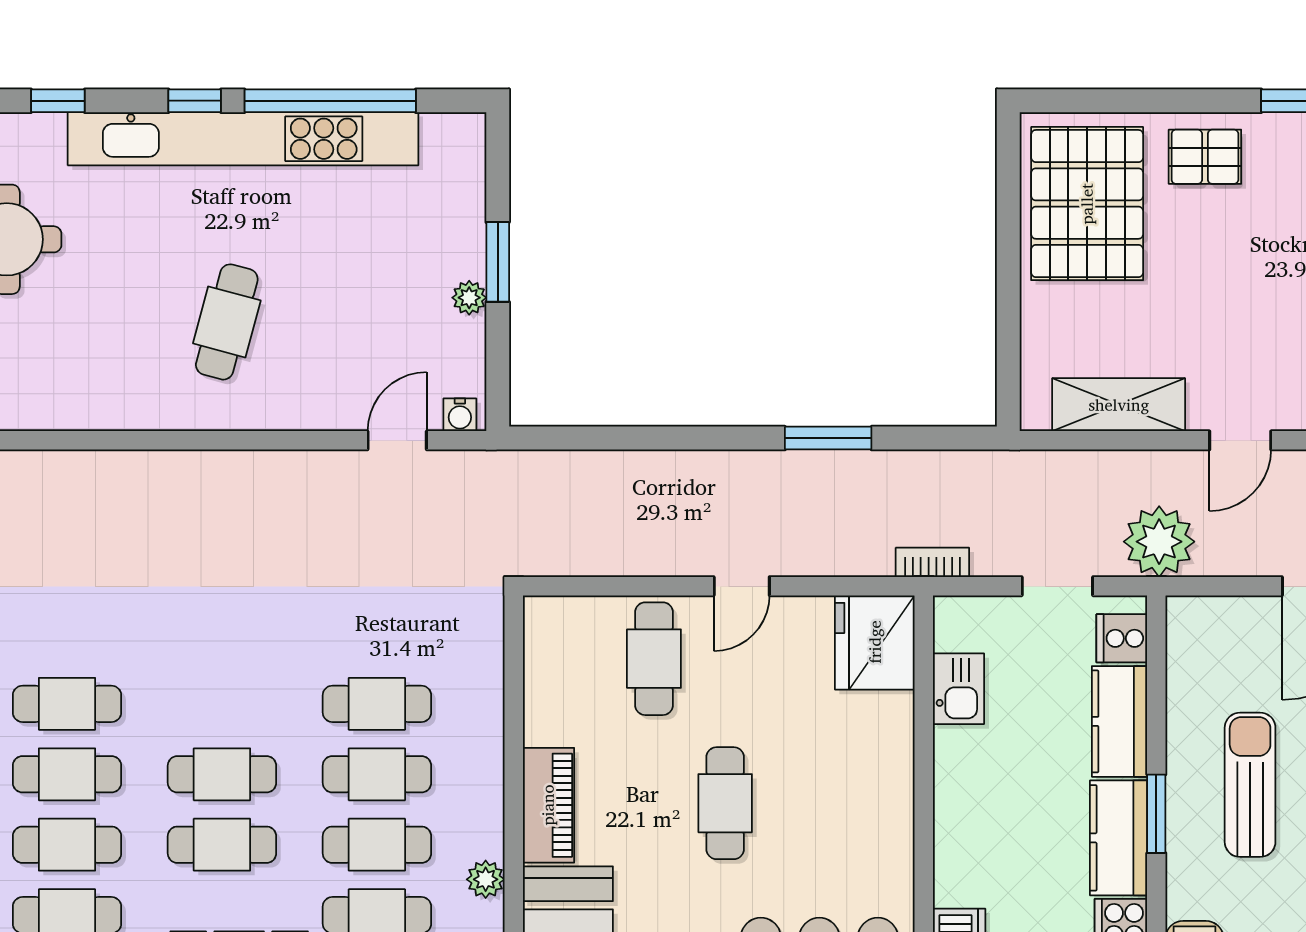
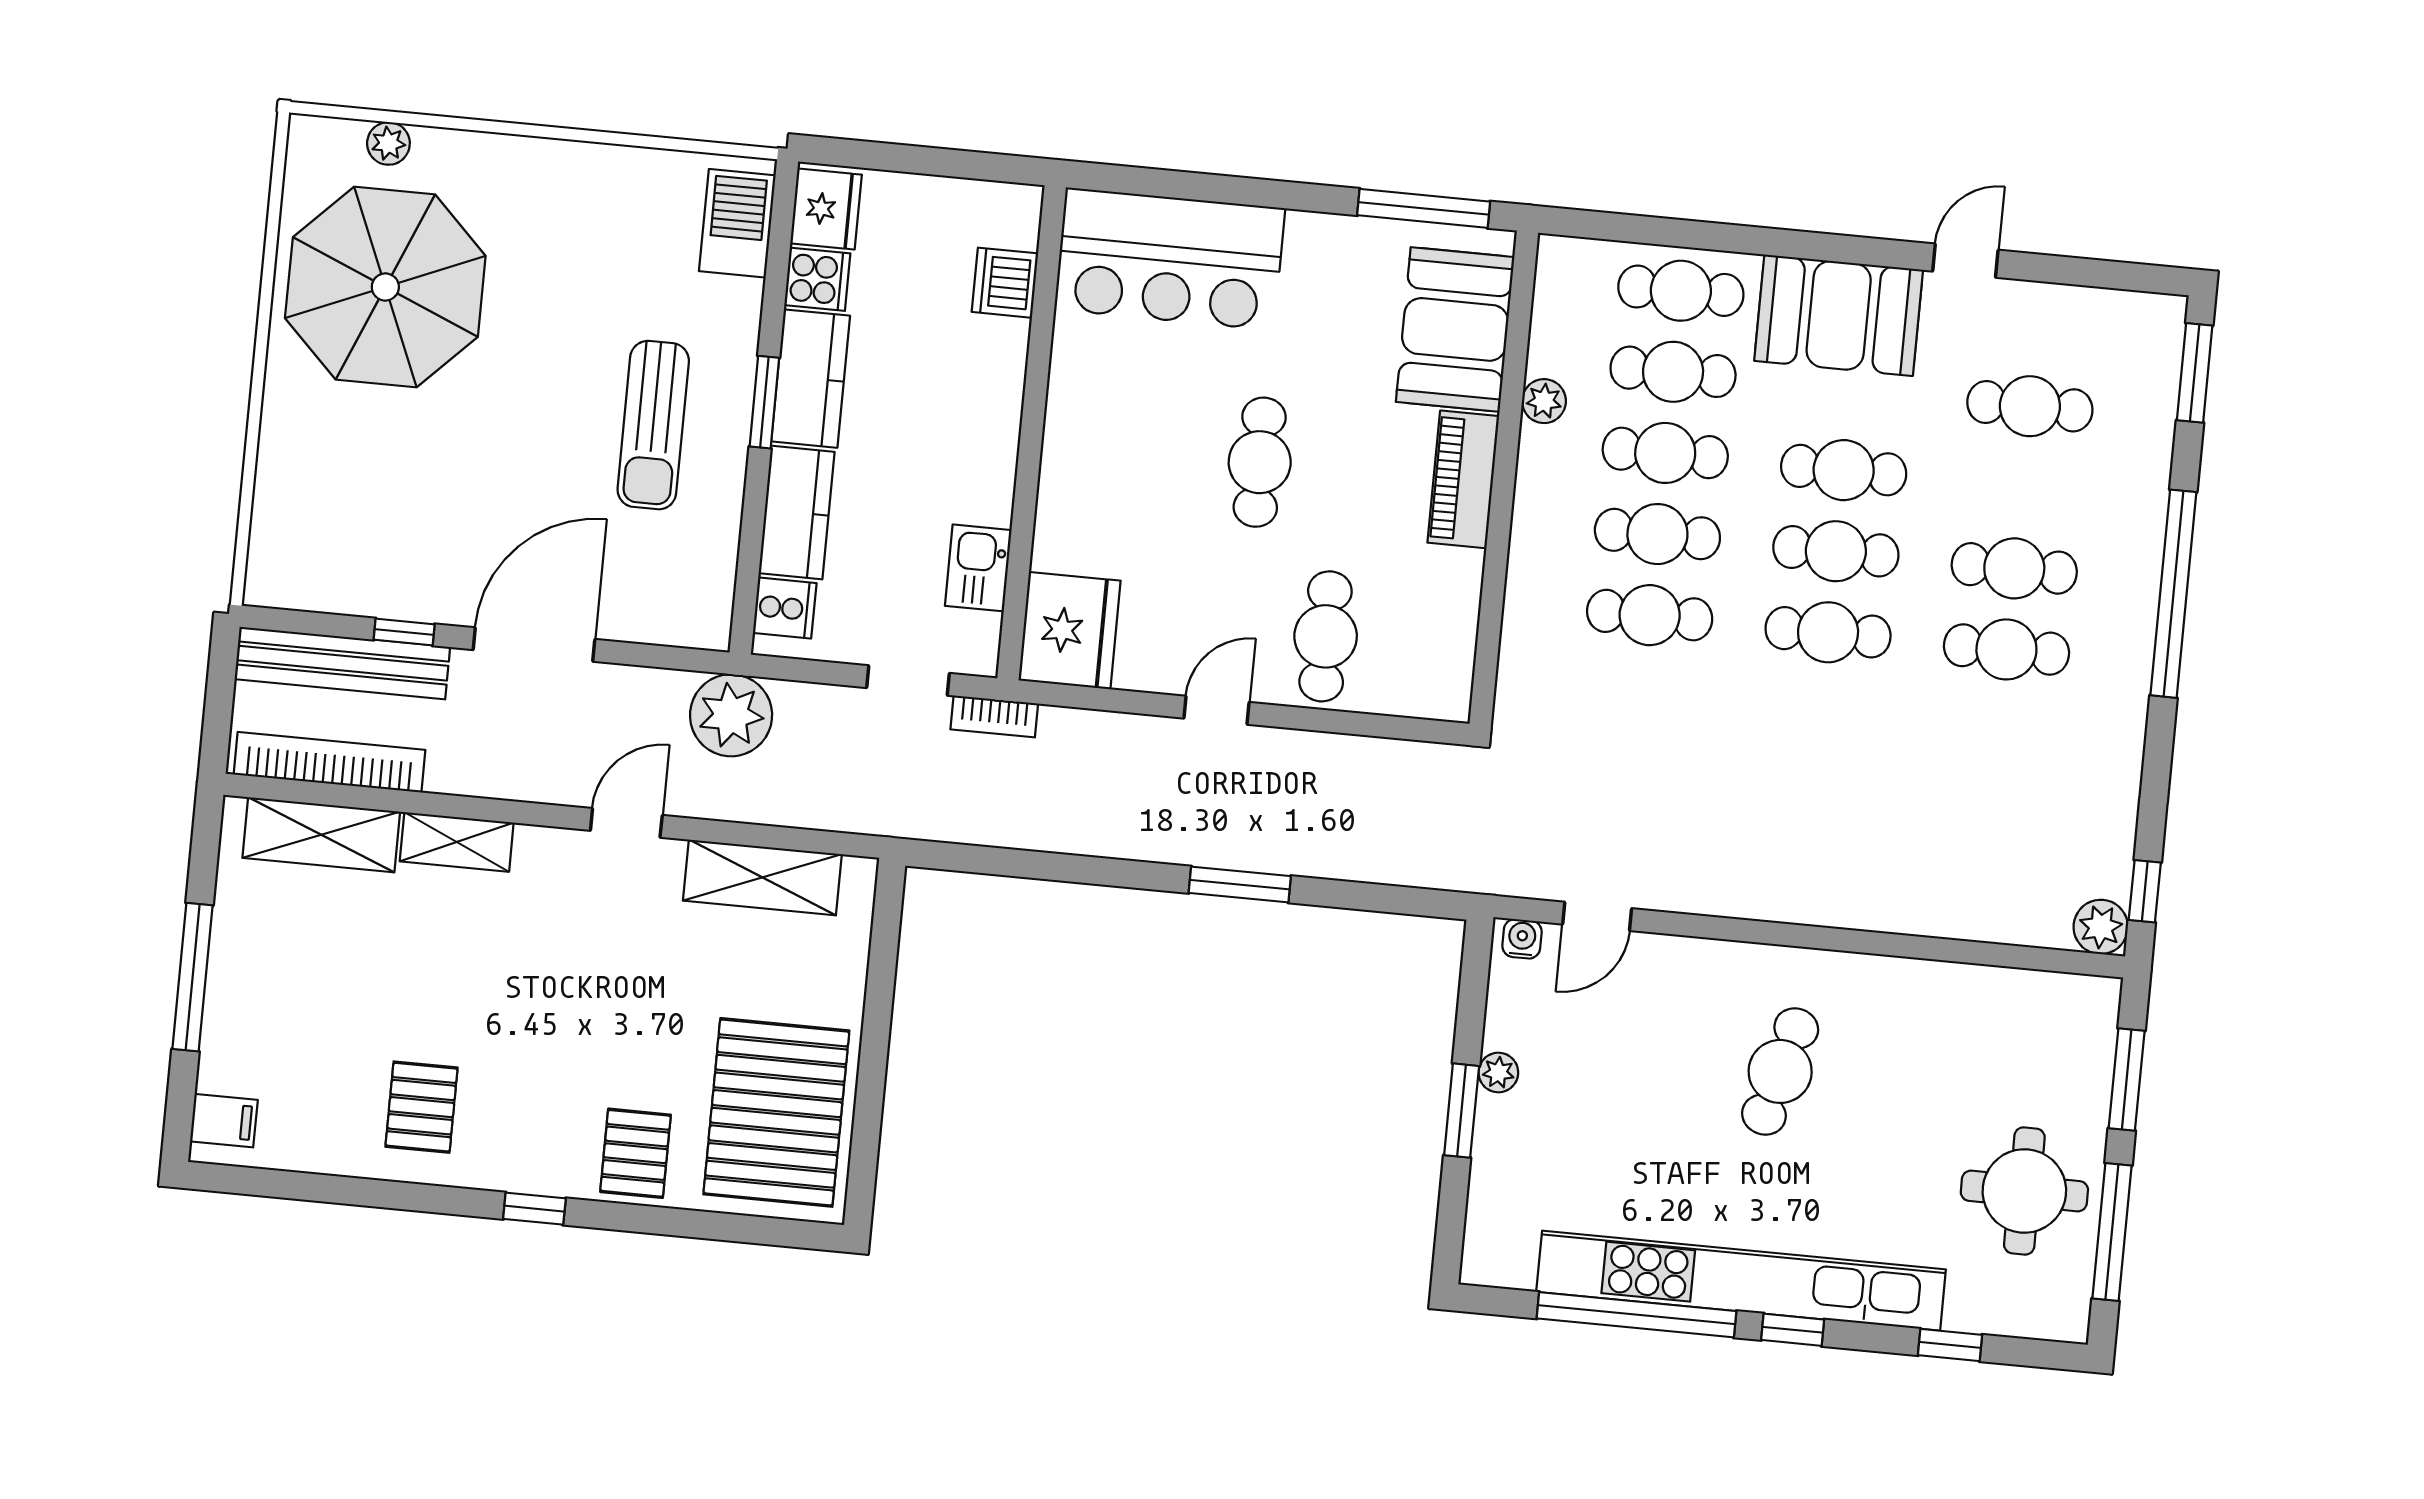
pallet: (1205, 157) -> (635, 1153), turned 90
window: (828, 438) -> (1240, 885), moved
doorway: (1057, 586) -> (908, 680), moved
cafe table: (67, 845) -> (1828, 632), moved

